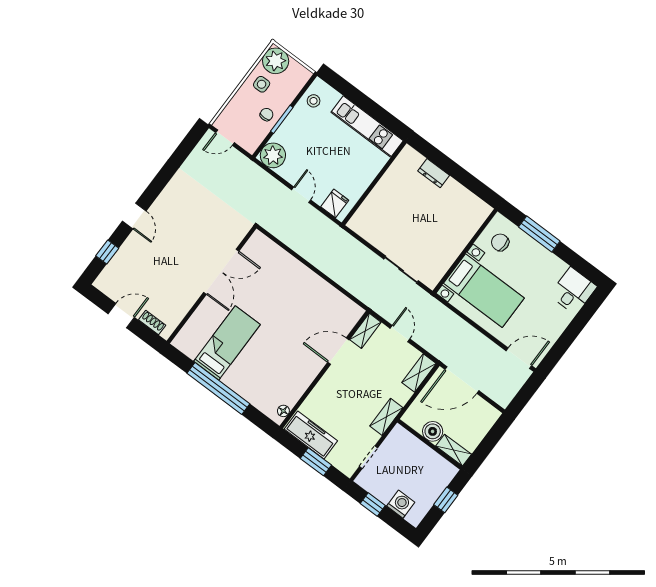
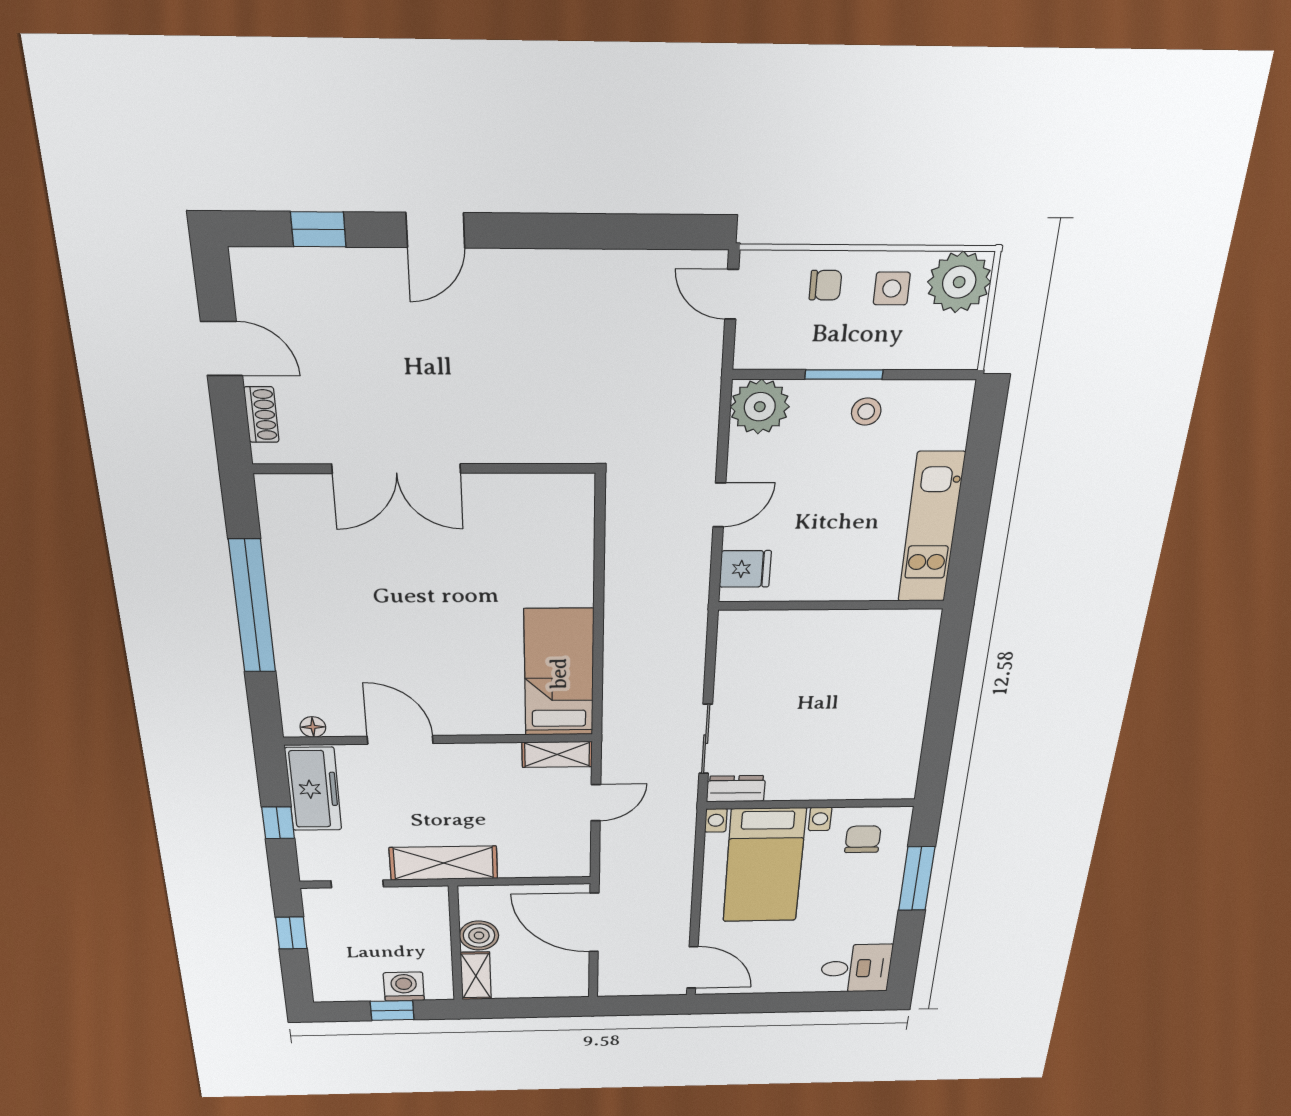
stool: (314, 101) -> (866, 412), moved
chair: (267, 115) -> (825, 285), moved
dresser: (434, 173) -> (736, 789), moved, turned 90
double door: (221, 272) -> (396, 469), moved
bed: (227, 343) -> (559, 673), moved, turned -90
door: (338, 351) -> (400, 740), moved
shelving: (419, 373) -> (554, 865), removed
shelving: (386, 417) -> (444, 863), width x1.50, depth x1.33
window: (316, 462) -> (278, 823), width x0.67
washing machine: (401, 504) -> (404, 987), moved, turned -90

